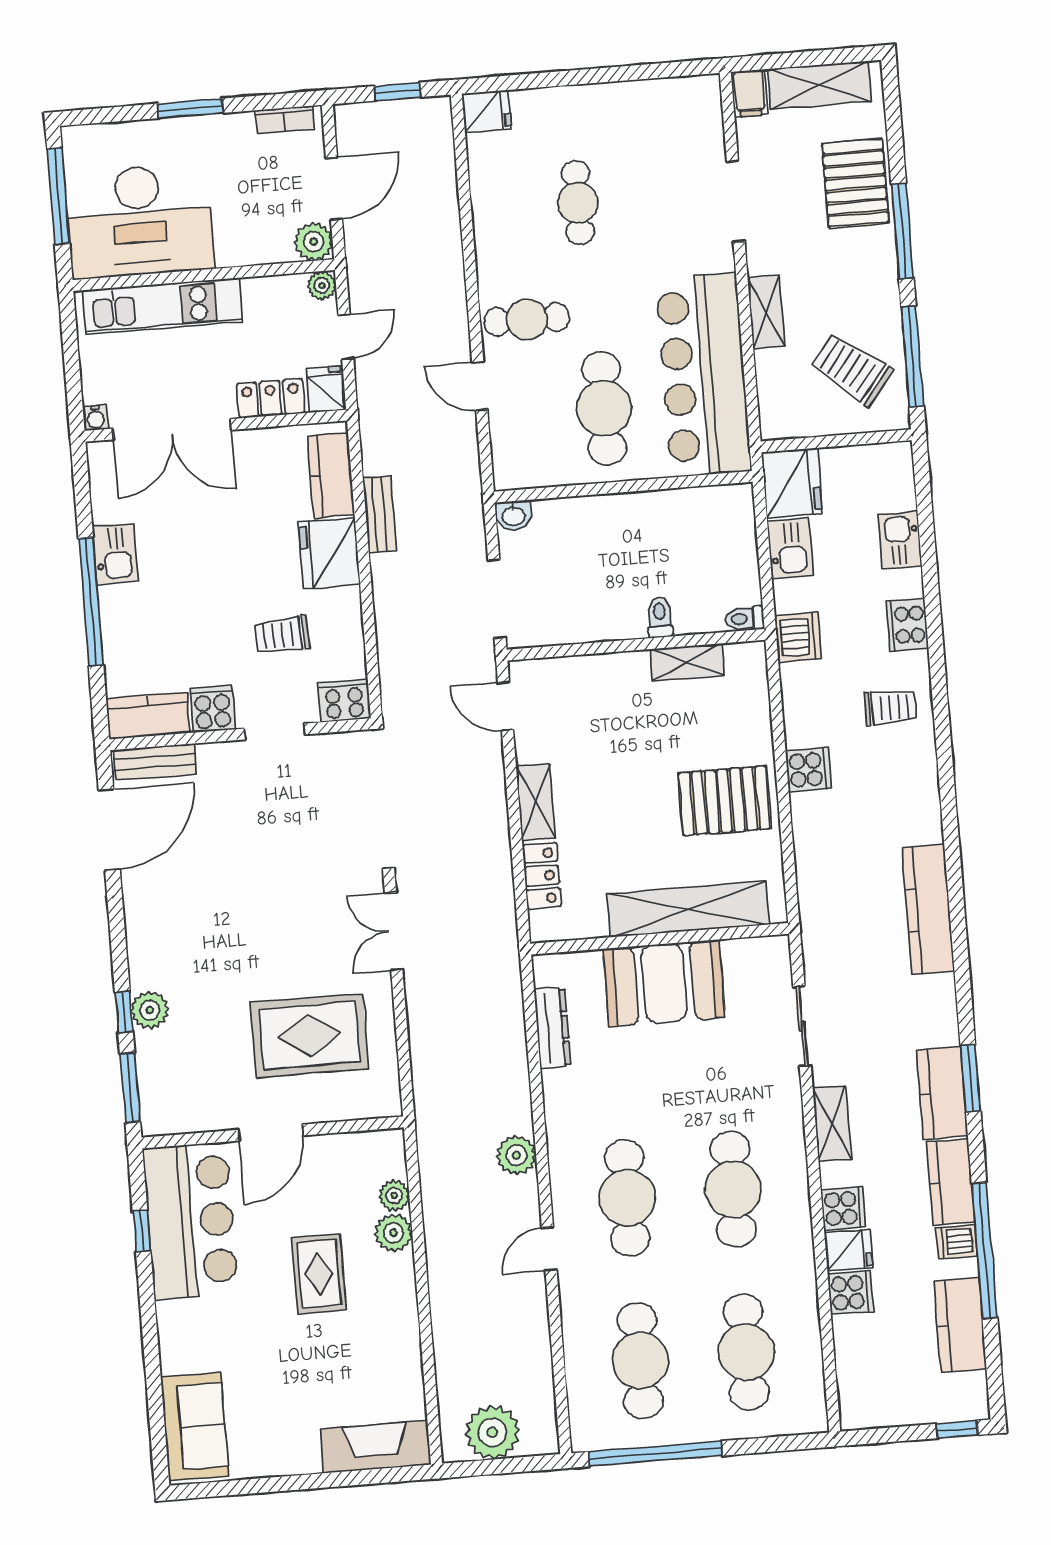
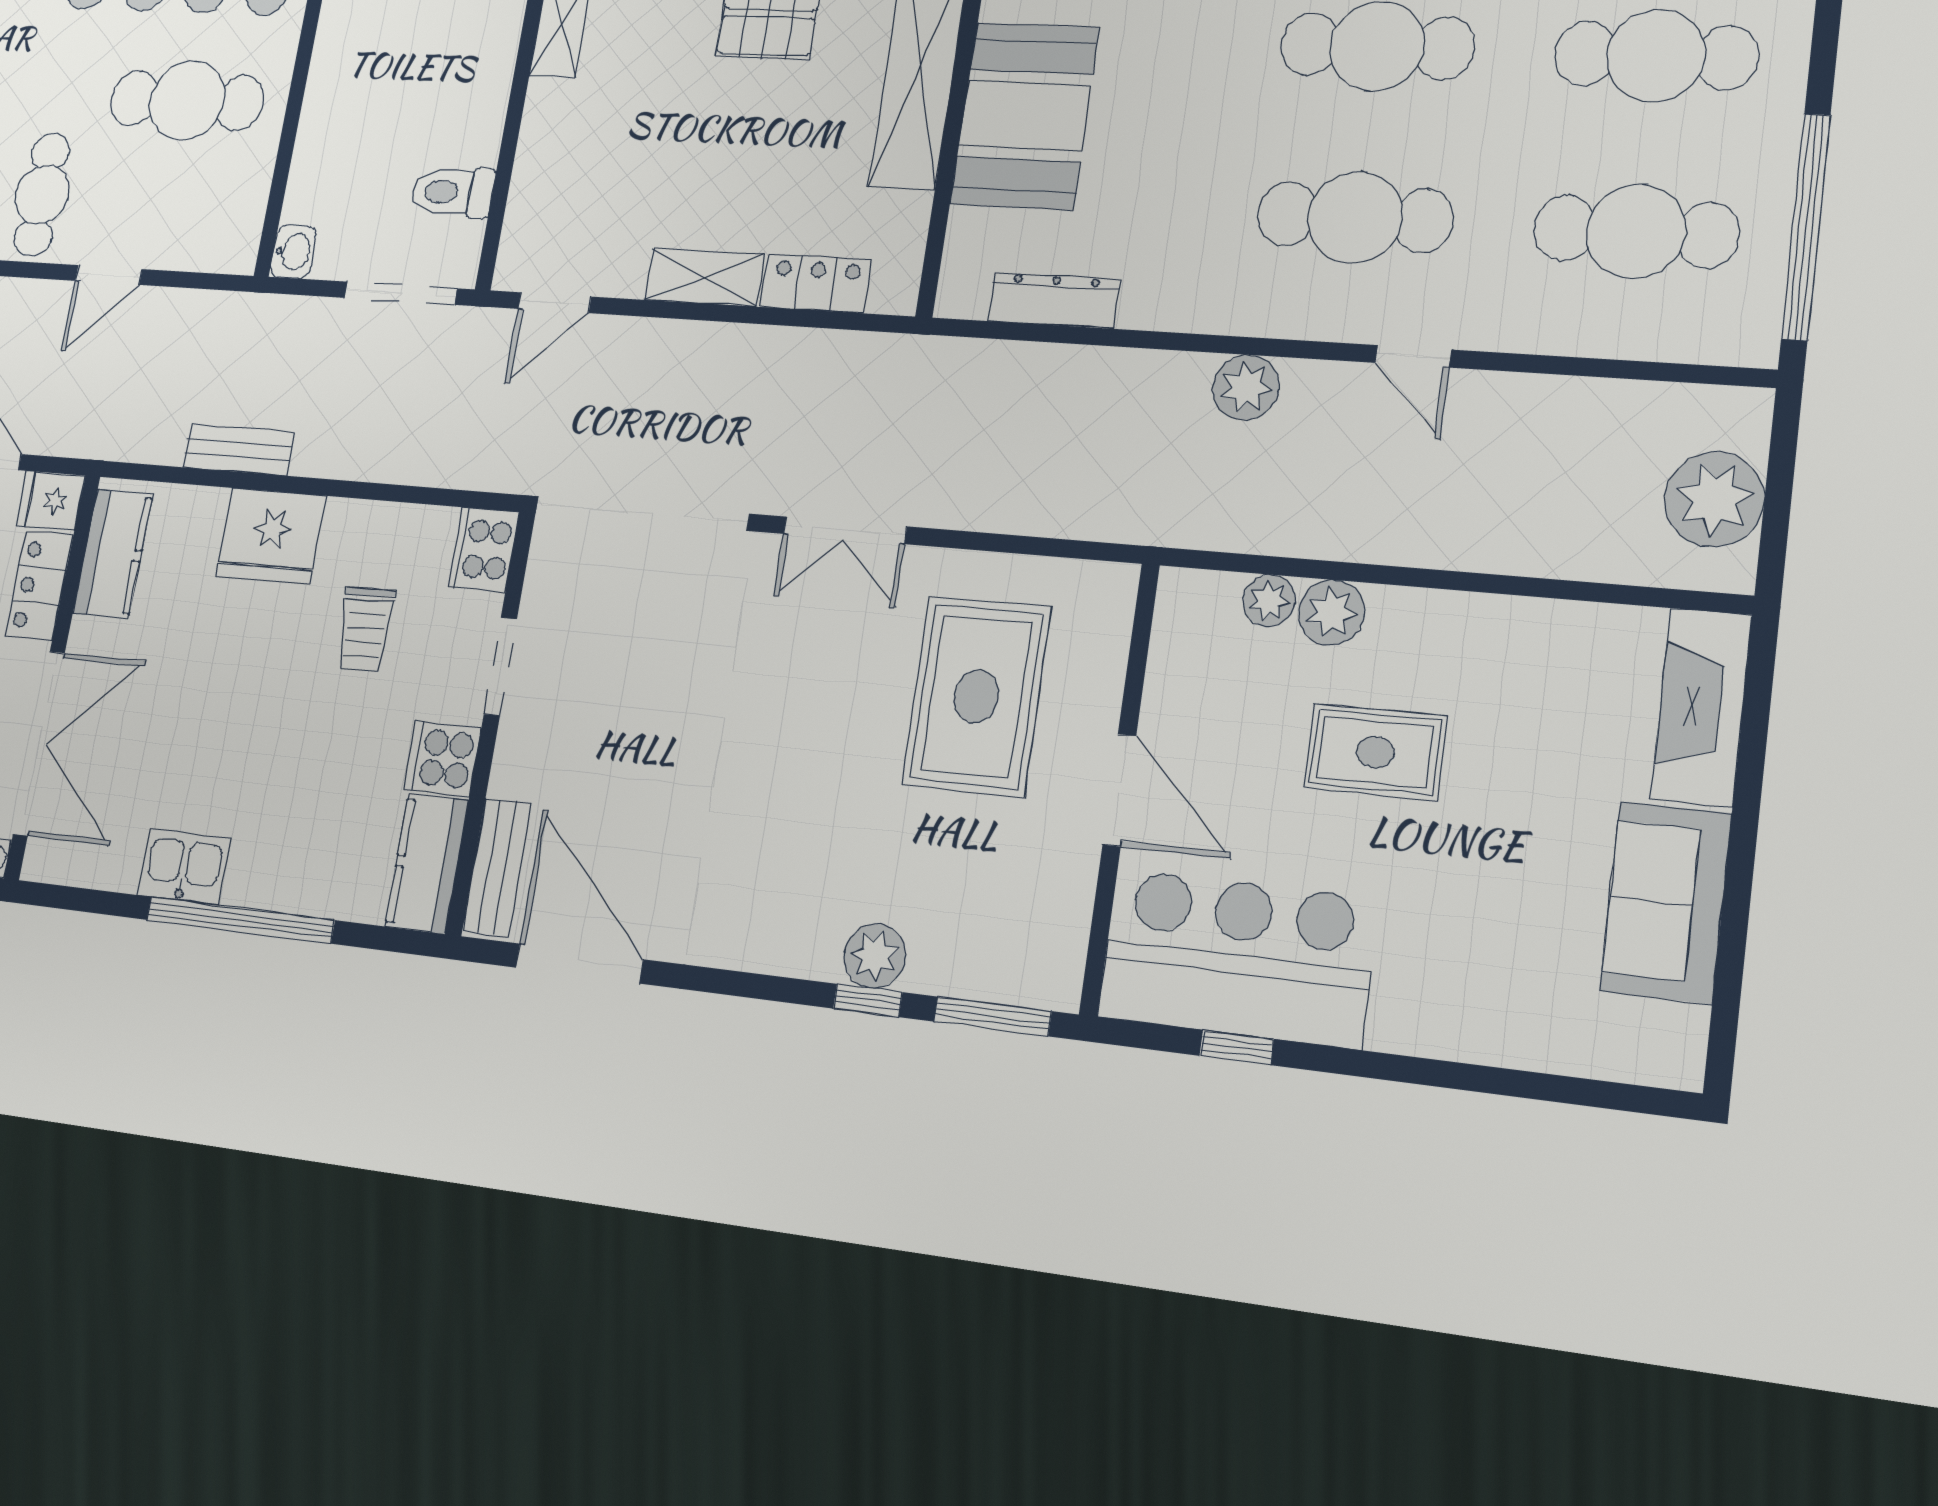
kitchen counter: (331, 476) -> (113, 554), moved, turned -90
toilet: (660, 617) -> (452, 192), moved, width x1.37, depth x1.39
sofa: (195, 1426) -> (1666, 902), moved, turned -90

